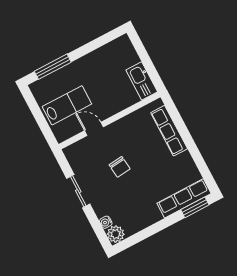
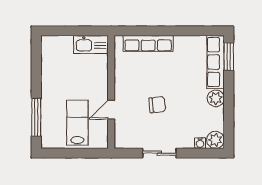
plant: (152, 215) -> (216, 98), added

